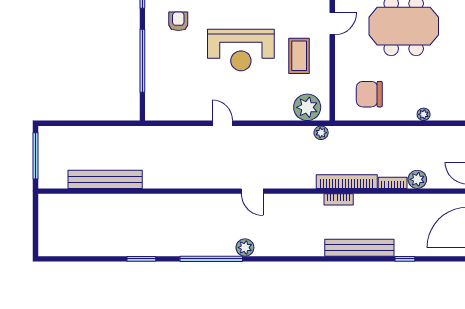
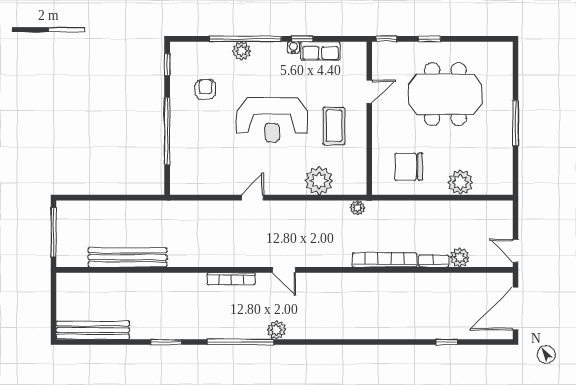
plant: (307, 107) -> (319, 181), moved
plant: (424, 114) -> (461, 182), width x1.87, depth x1.87
door: (222, 123) -> (252, 198), hinge flipped
bookcase: (339, 199) -> (231, 279), moved, width x1.56
bench: (359, 248) -> (93, 330), moved

